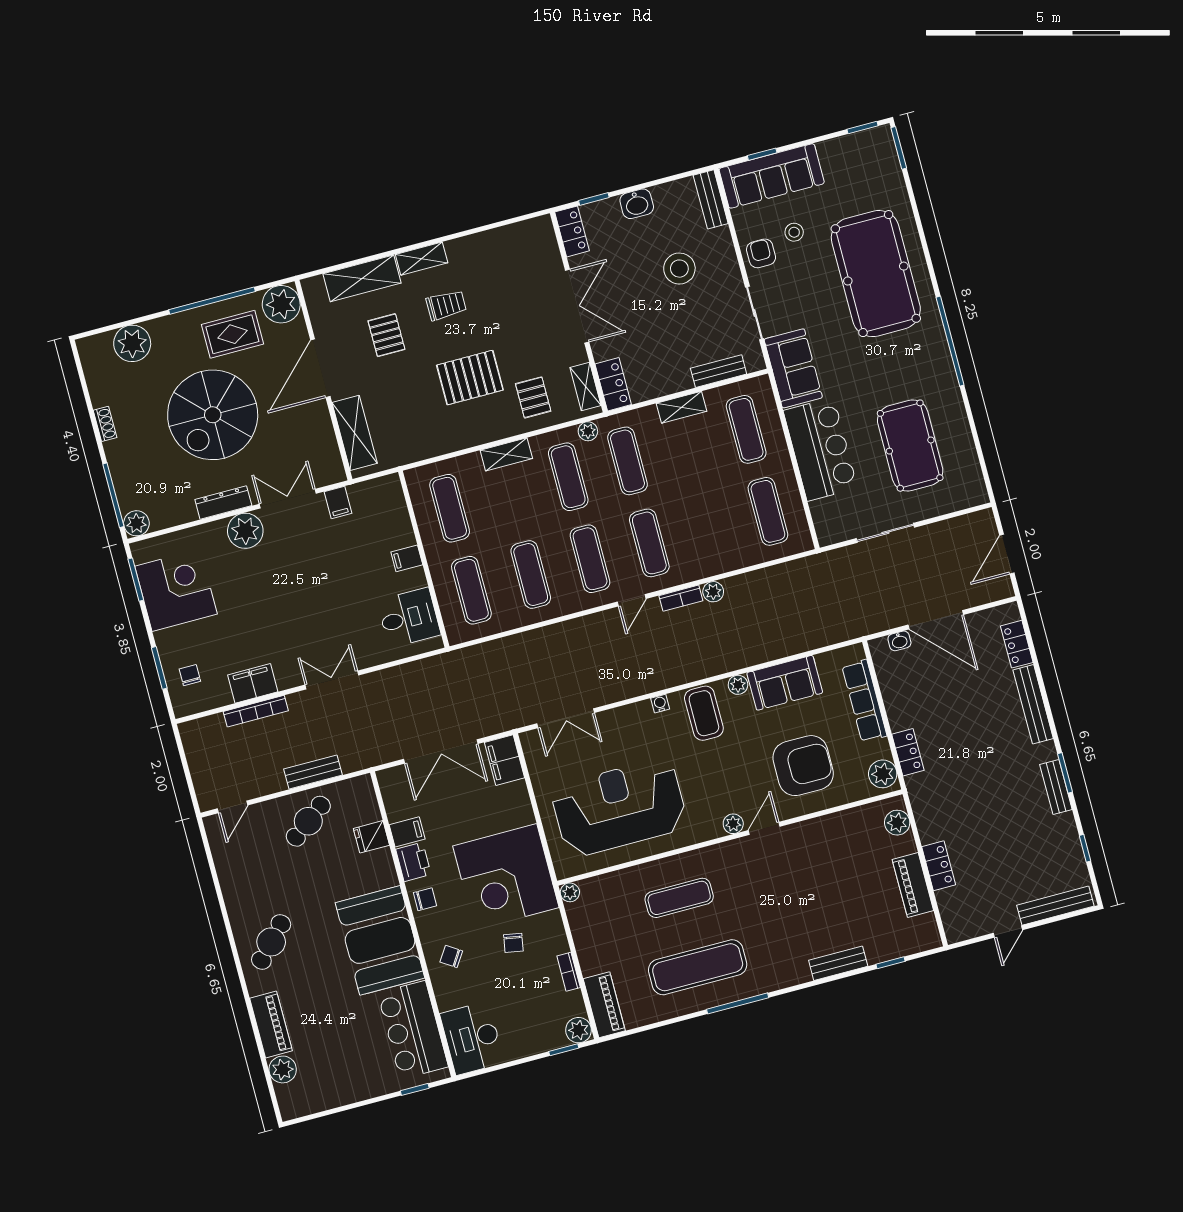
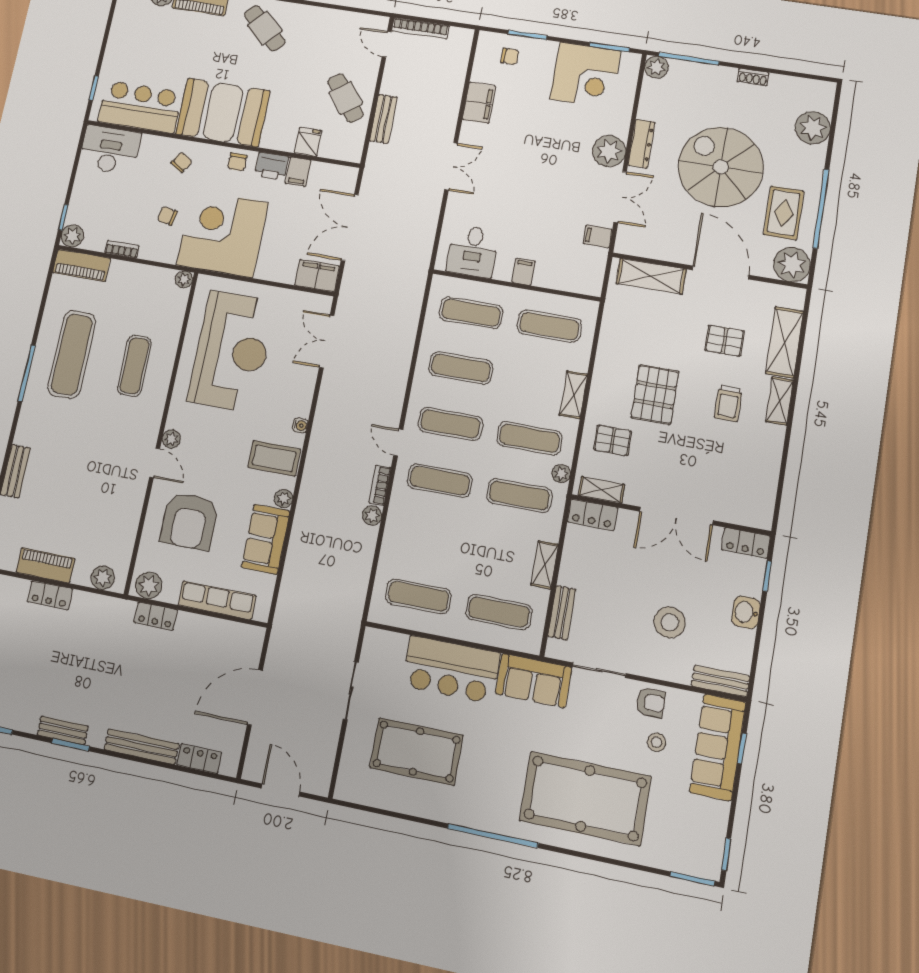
washbasin: (899, 641) -> (253, 656), removed
bookcase: (256, 711) -> (420, 28), moved, turned -90

